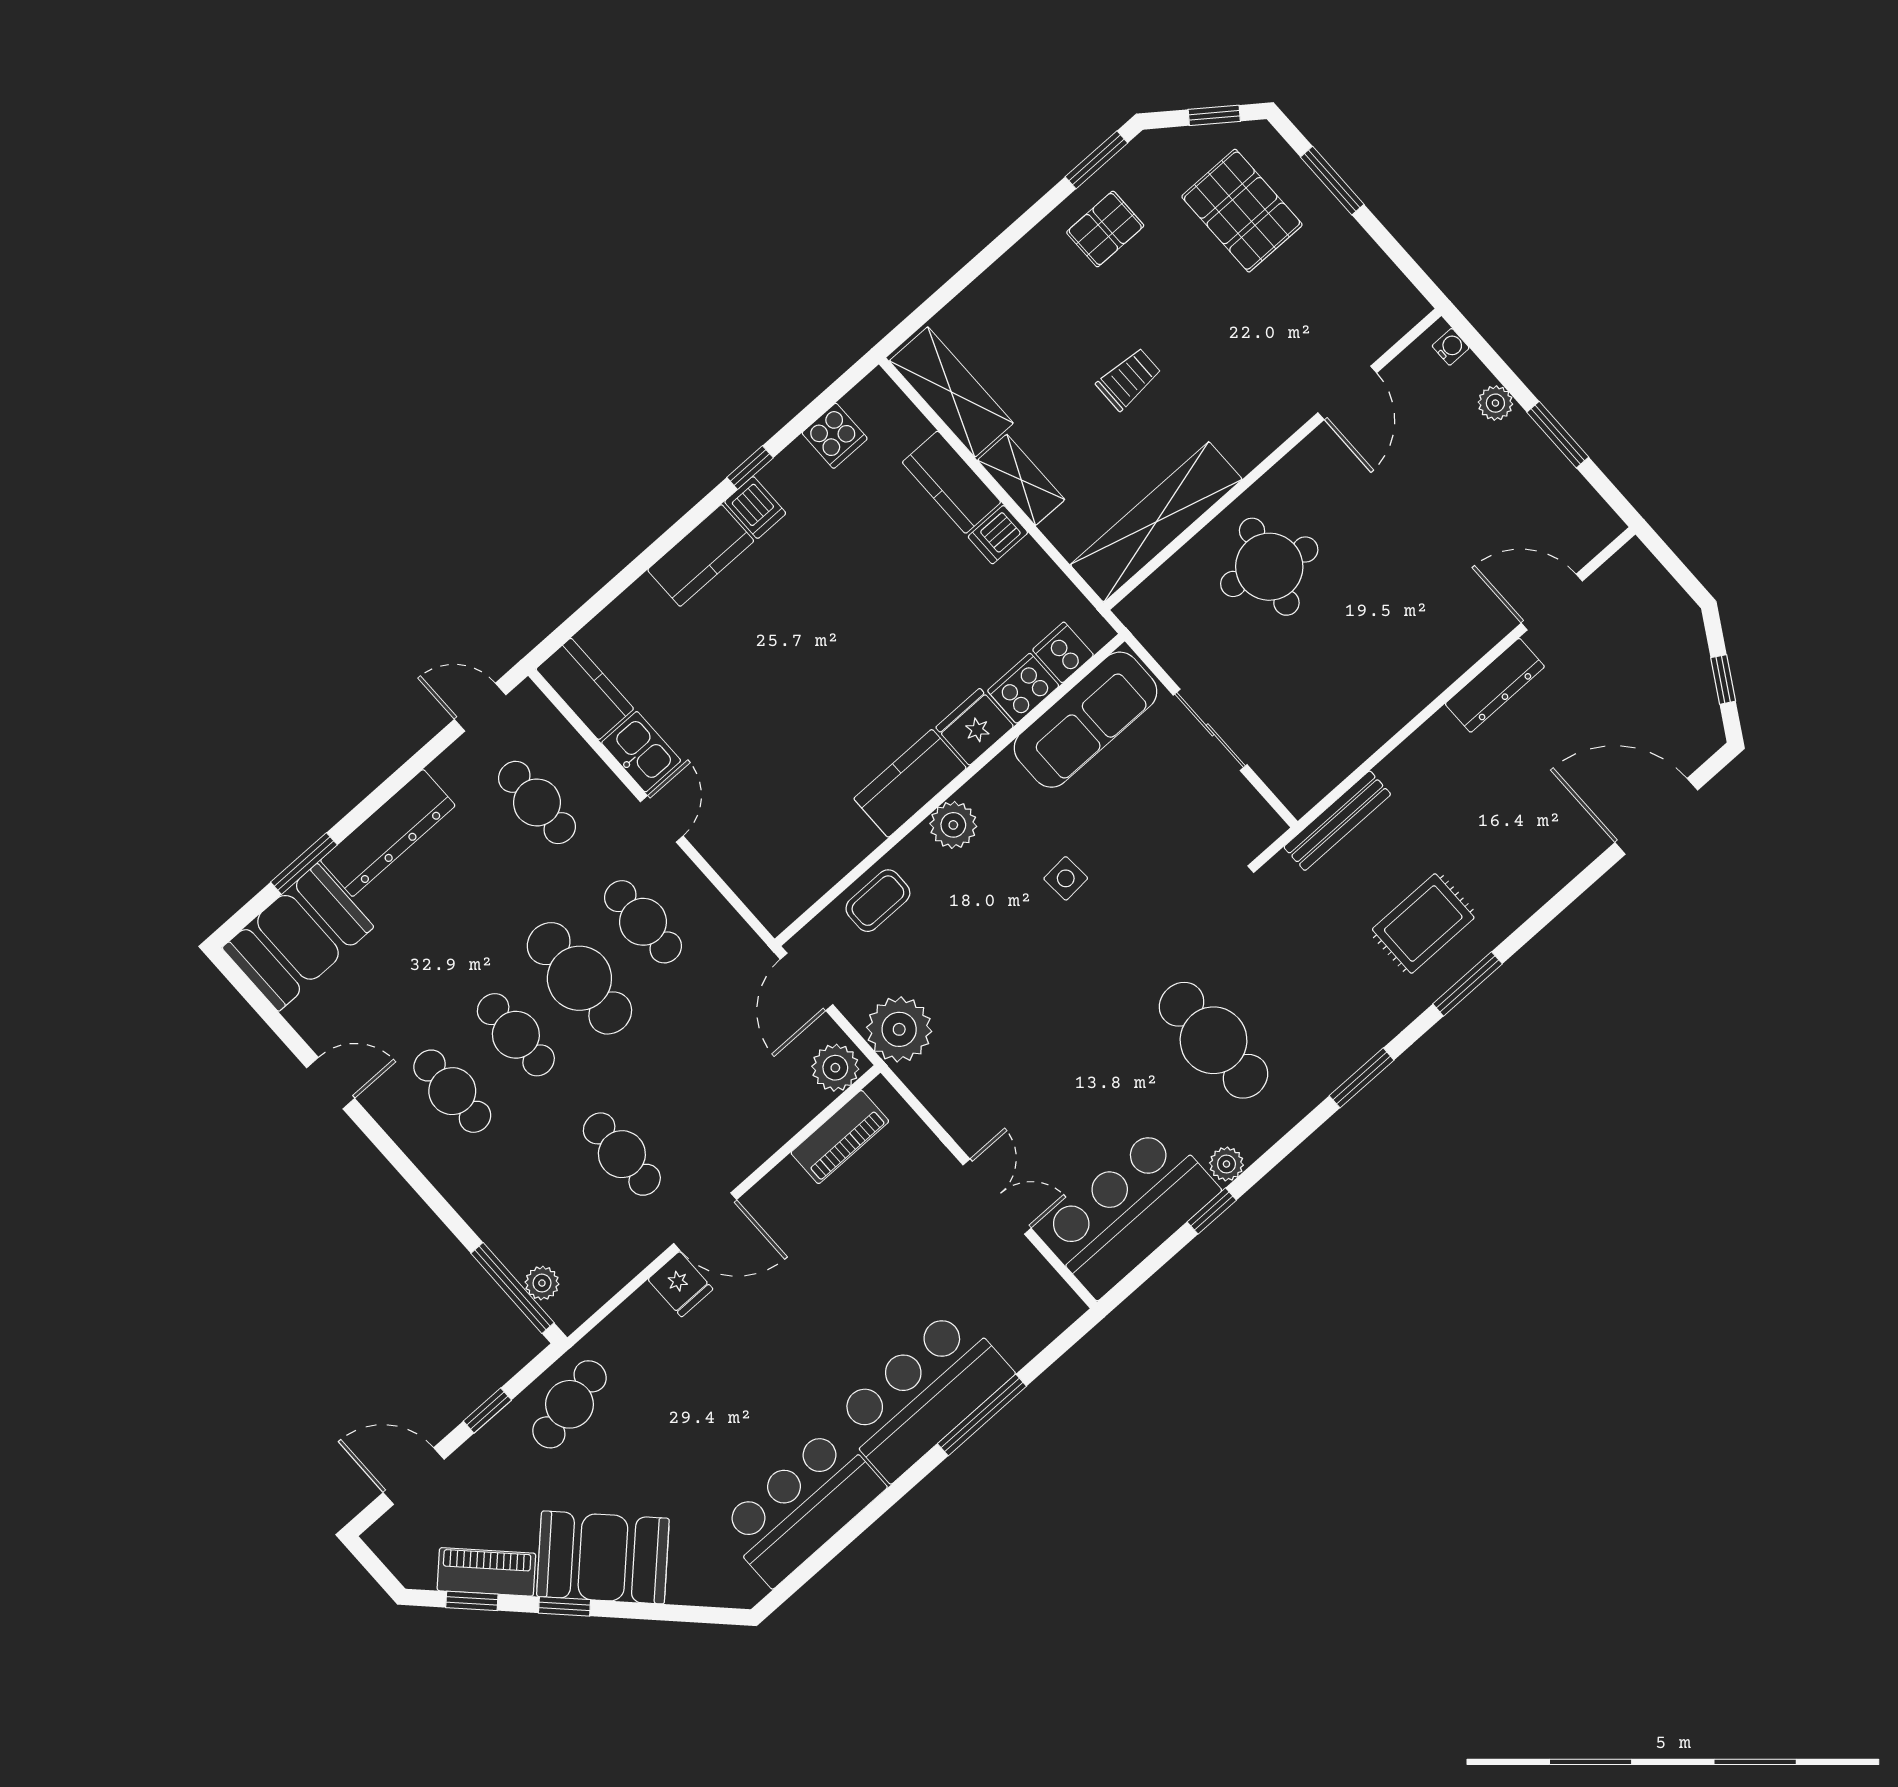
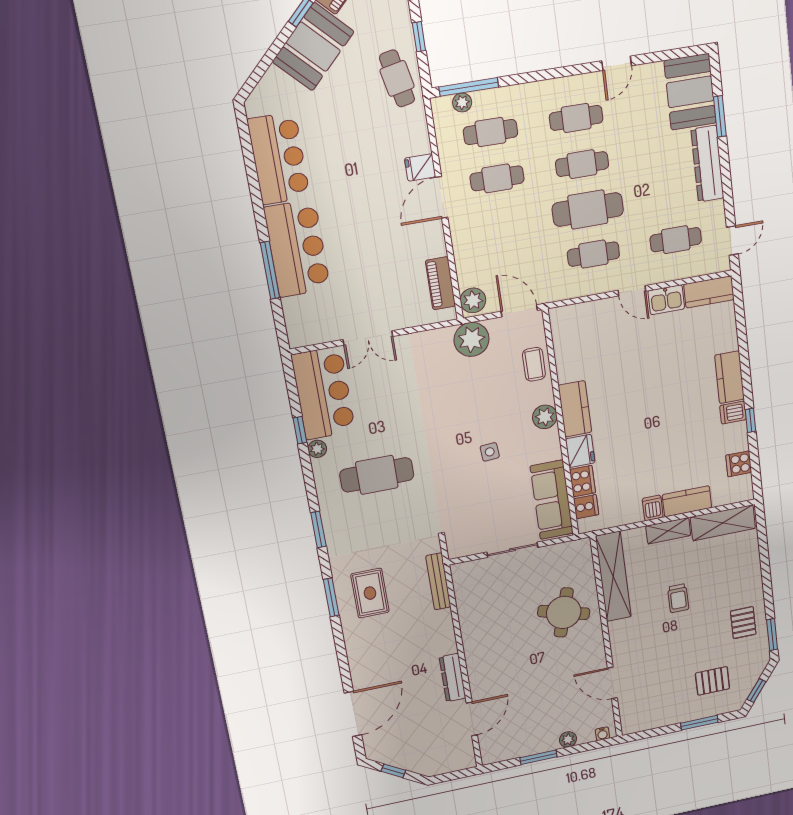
pallet: (1242, 211) -> (712, 681), width x0.67, depth x0.71
cafe table: (558, 1211) -> (491, 132), added

